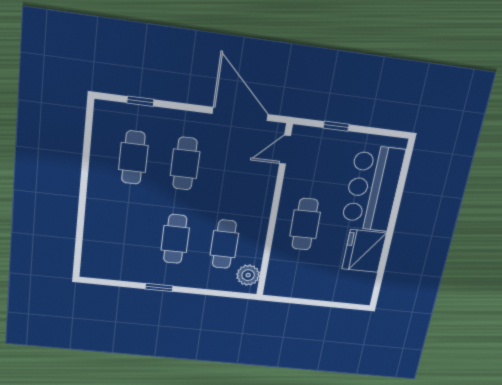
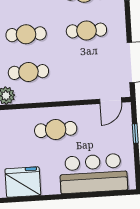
door: (285, 150) -> (111, 101), swing flipped
fridge: (364, 251) -> (23, 182), moved

